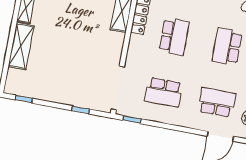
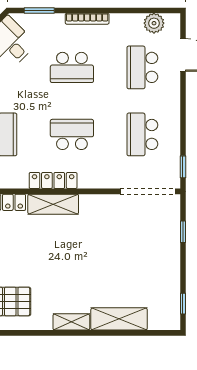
school desk: (164, 92) -> (142, 134), turned 180

